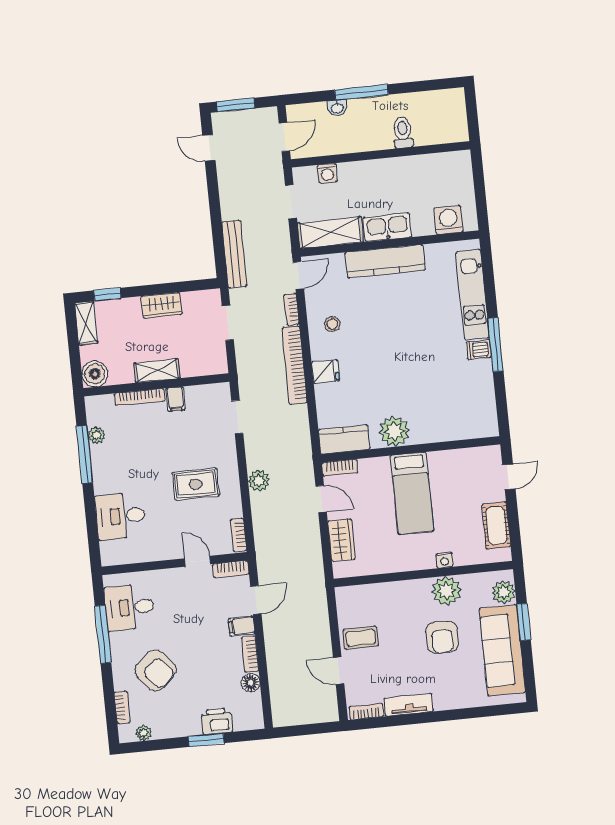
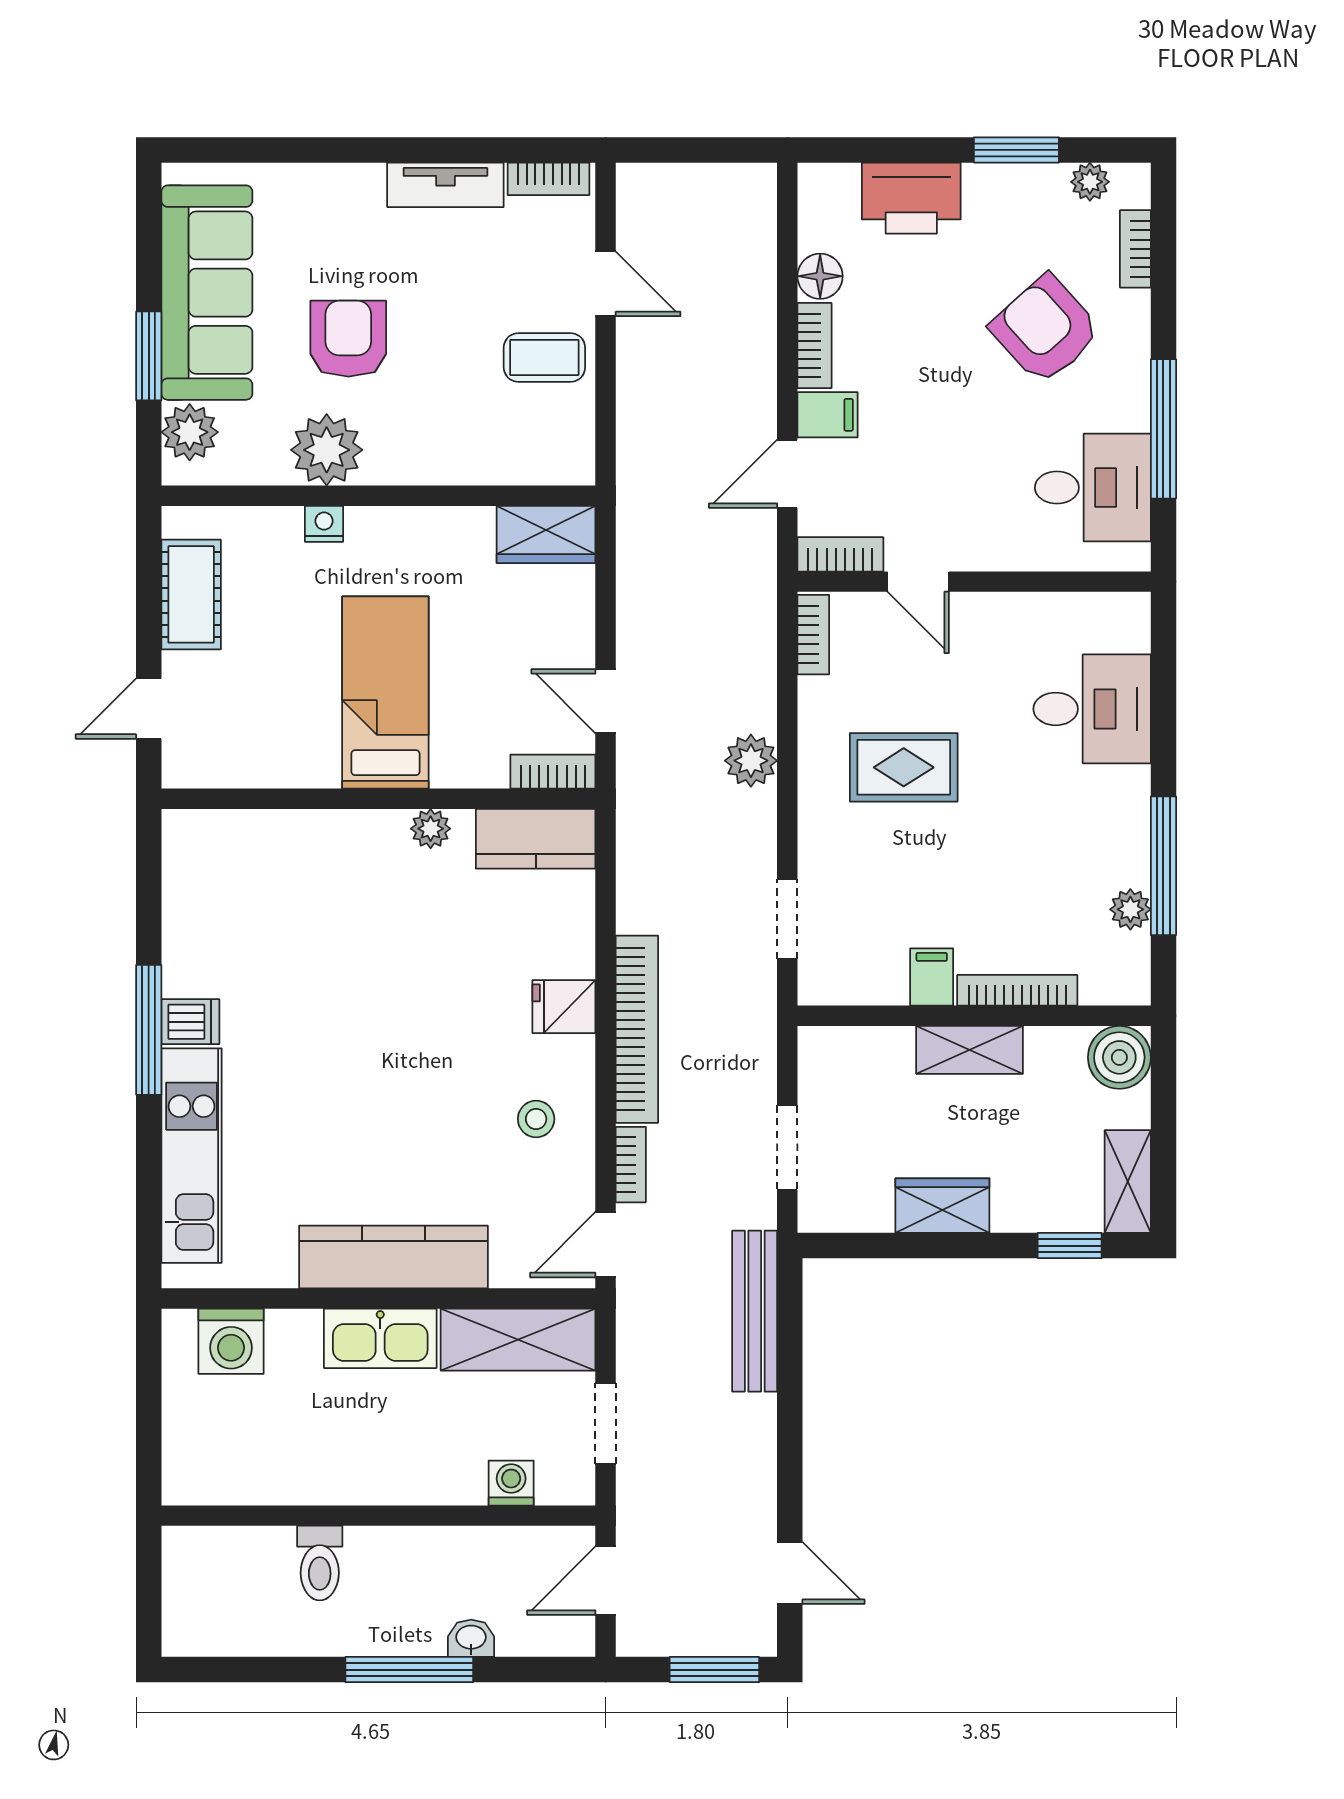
plant: (394, 431) -> (431, 829), width x0.53, depth x0.53
wardrobe: (341, 540) -> (546, 535), moved, turned -90
printer: (217, 721) -> (911, 198), width x1.37, depth x1.19
window: (206, 740) -> (1016, 150), moved

